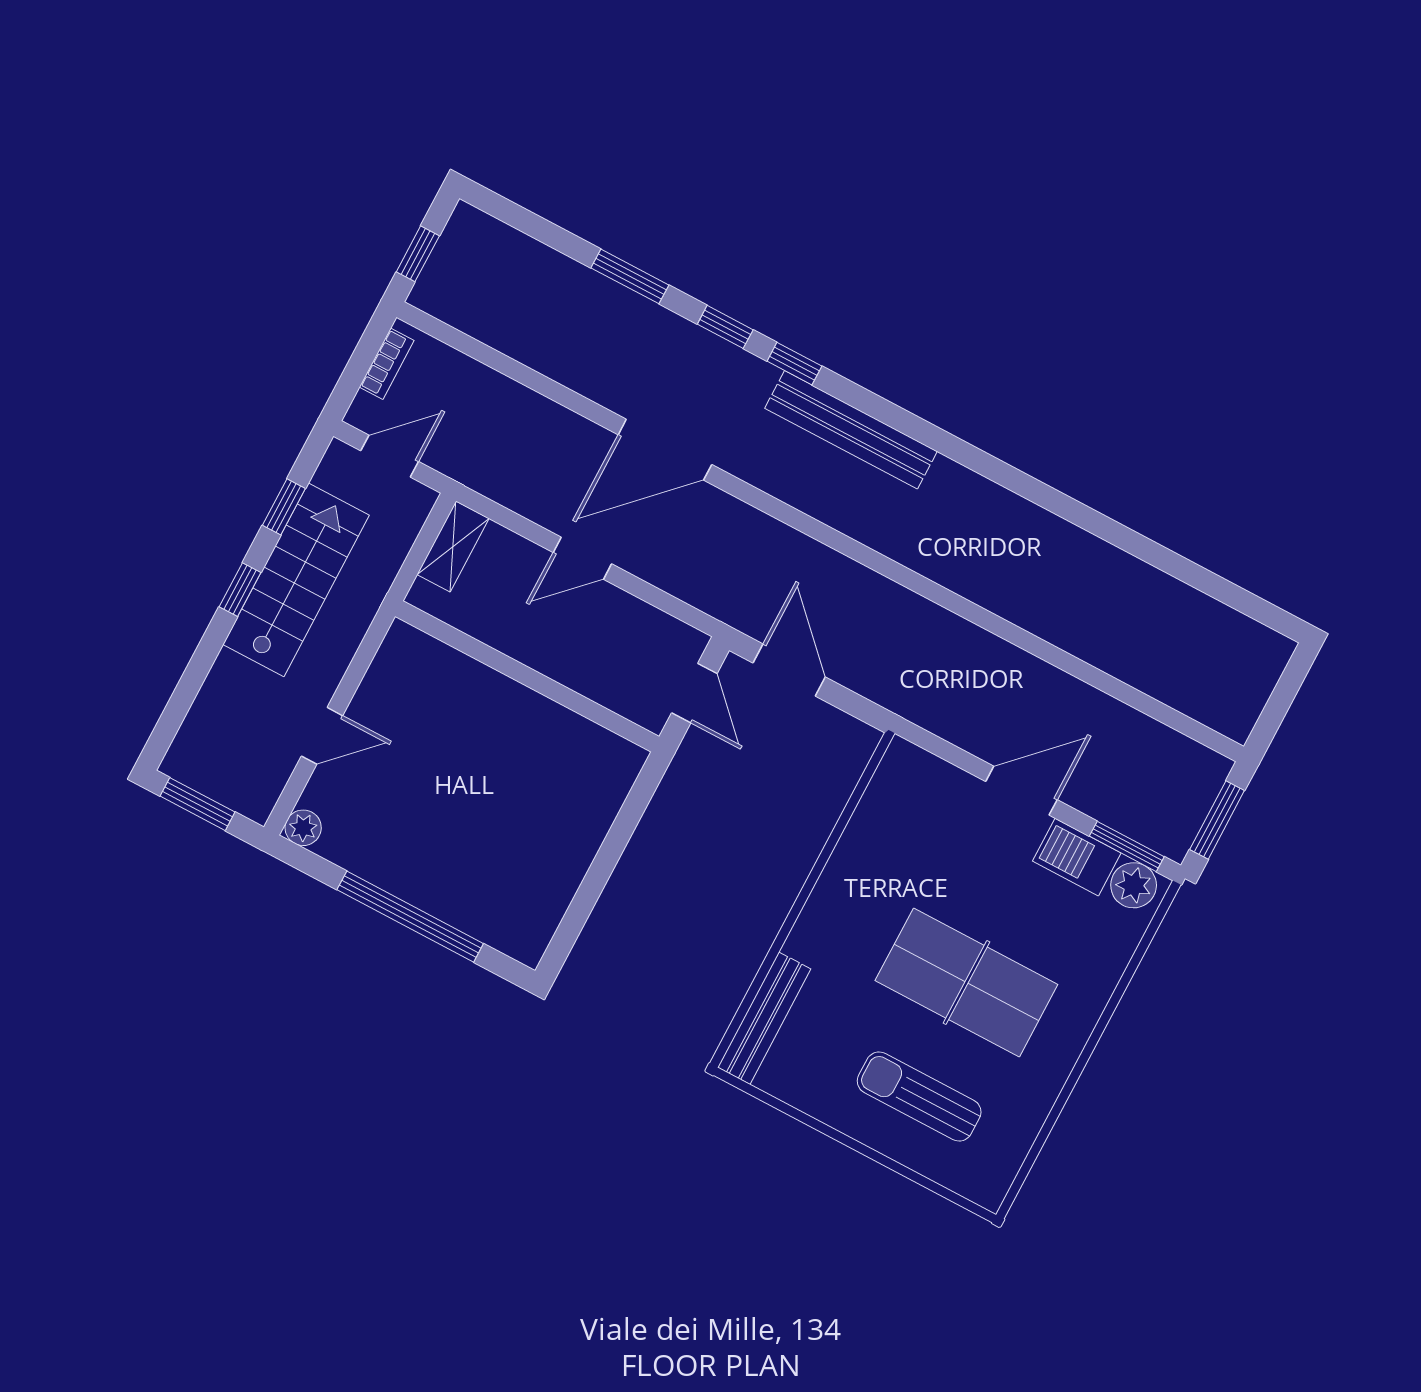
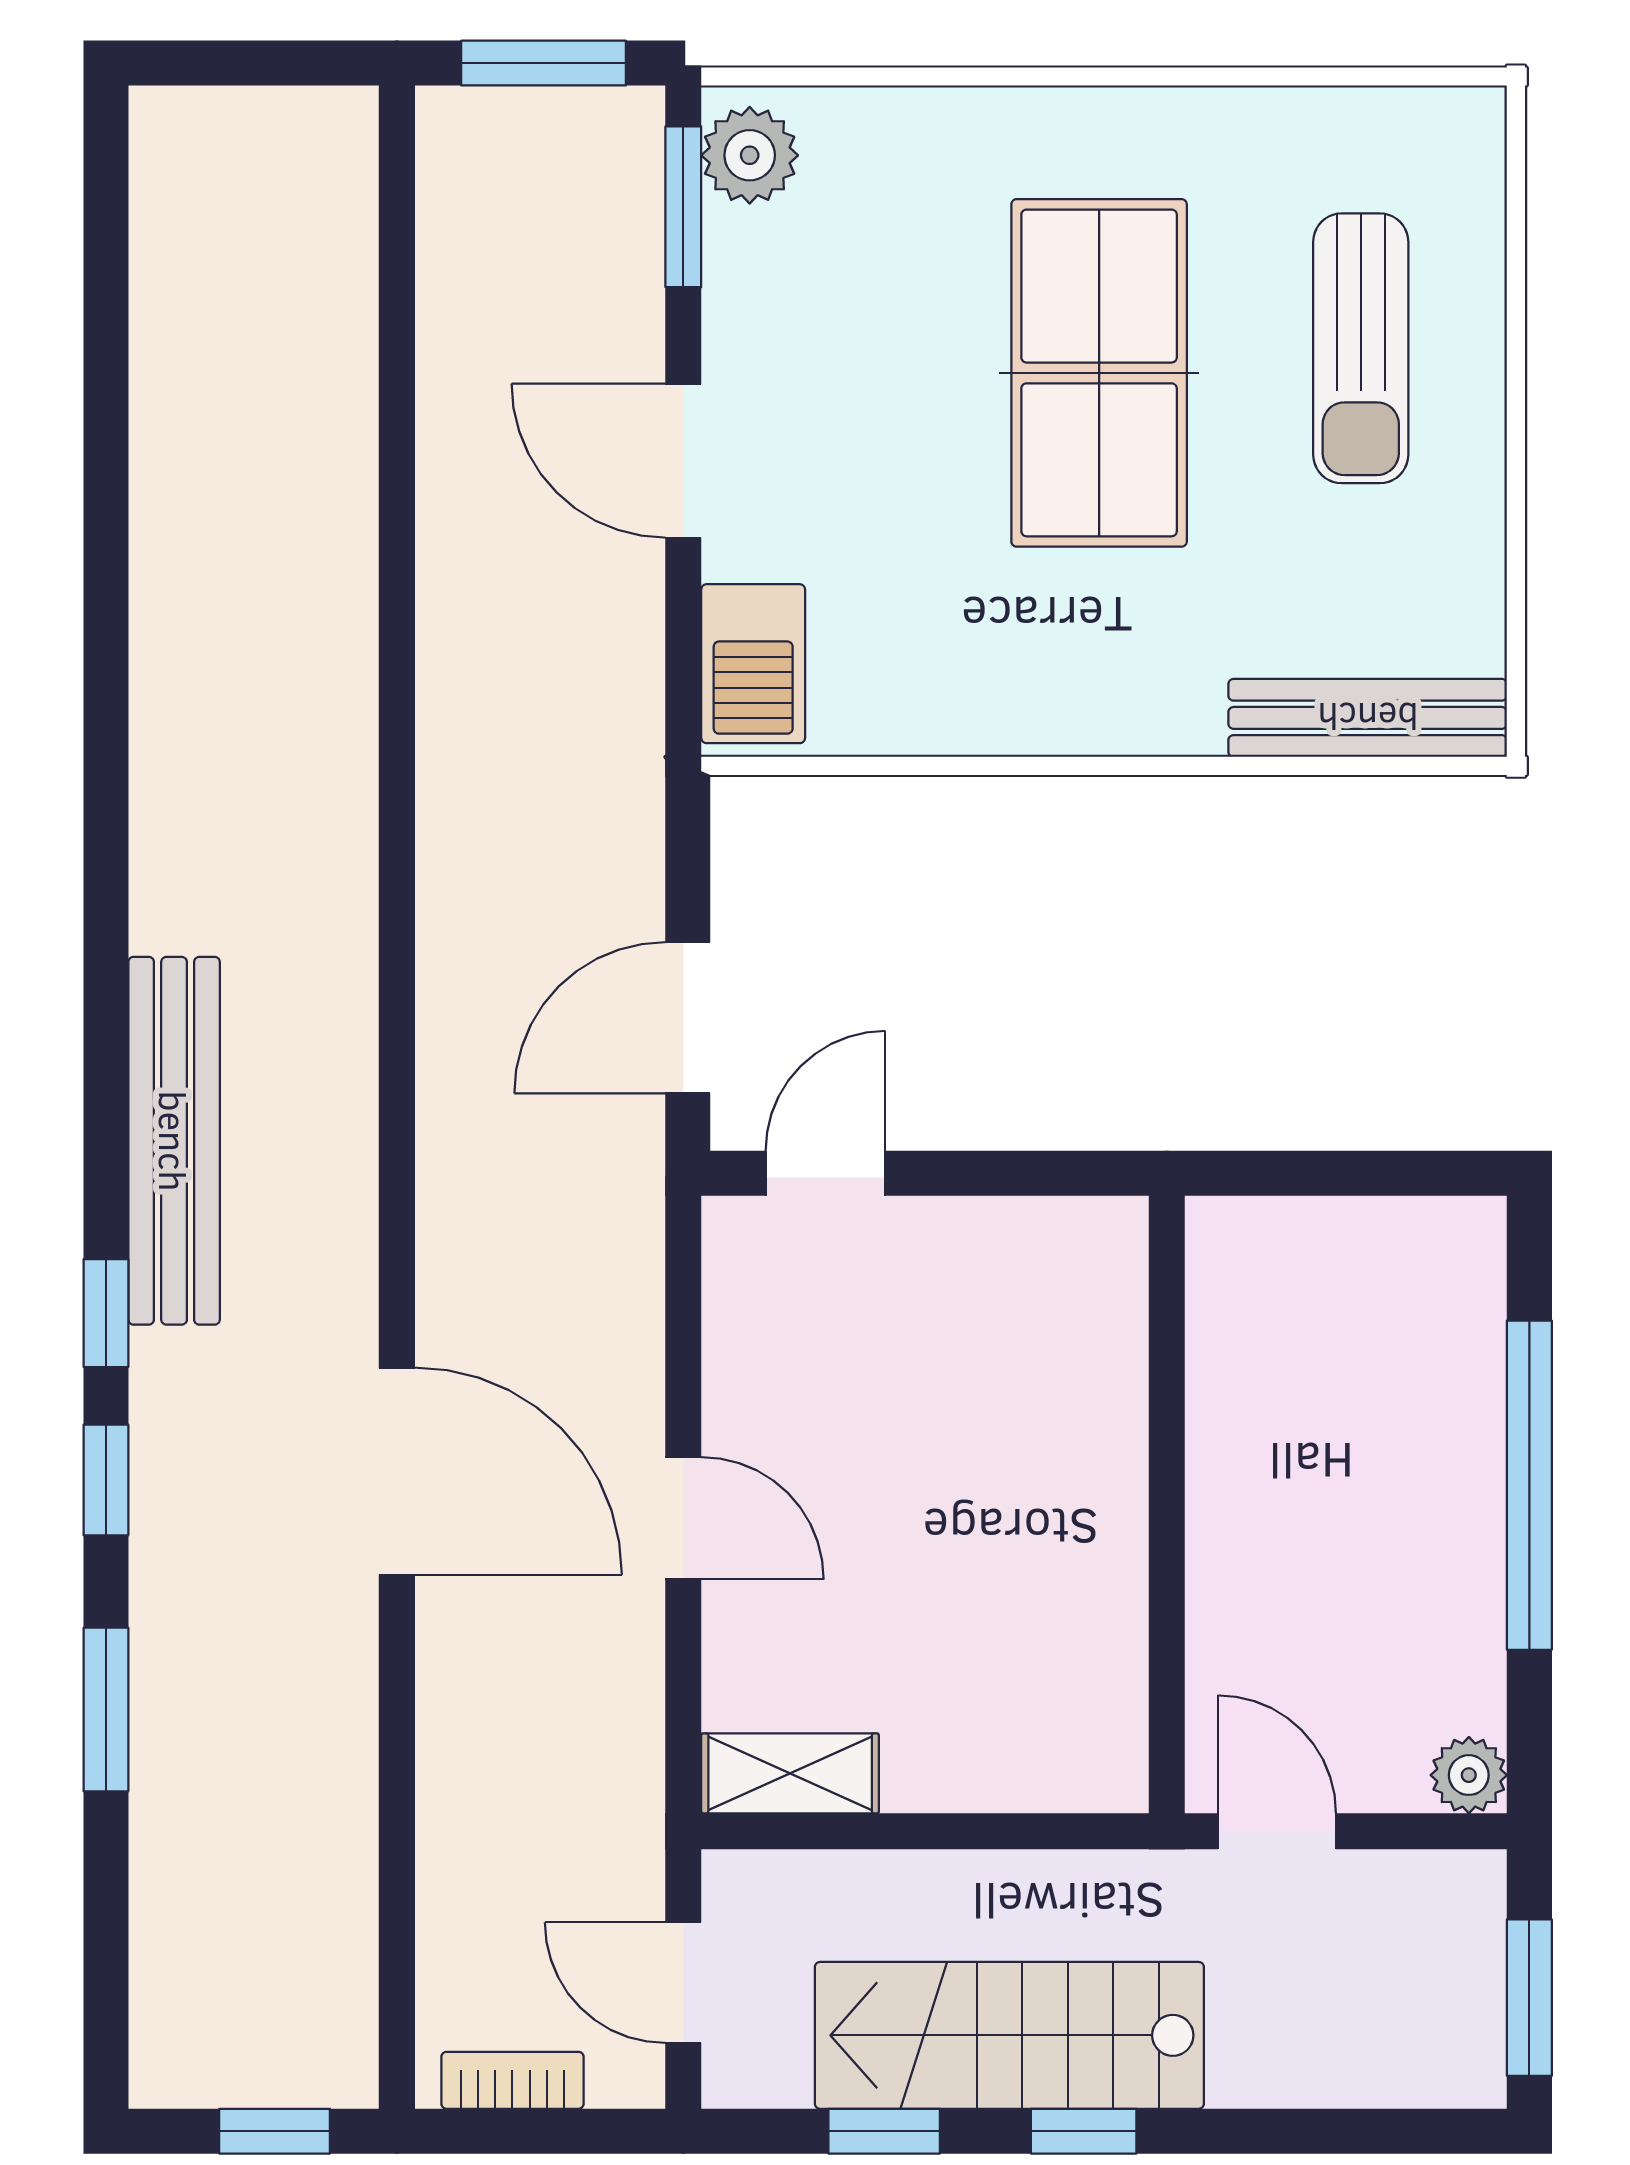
wall: (527, 676) -> (1167, 1504), moved
barbecue: (1077, 857) -> (753, 664), moved

